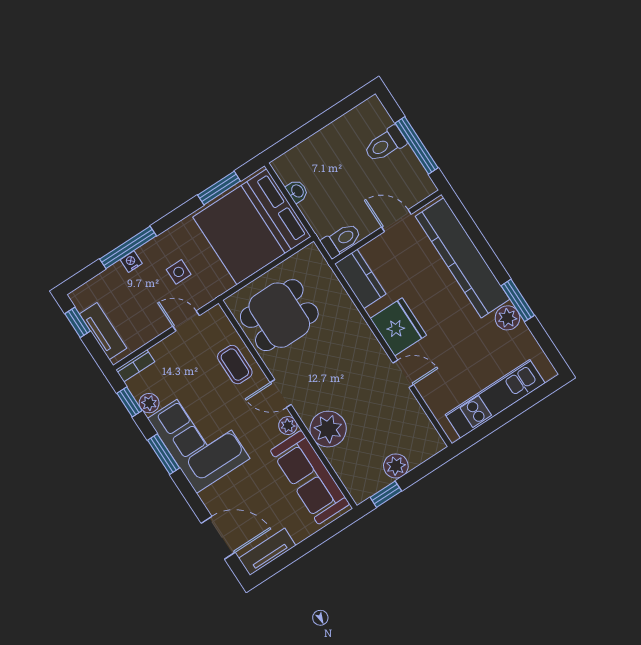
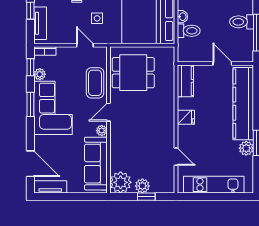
toilet: (341, 240) -> (189, 31), moved
fridge: (398, 327) -> (186, 117), width x0.53, depth x0.75
coffee table: (235, 365) -> (95, 83), width x1.36, depth x1.30
door: (403, 374) -> (176, 157), moved
door: (281, 393) -> (108, 112), hinge flipped
plant: (328, 429) -> (121, 182), moved
window: (386, 494) -> (146, 197), moved

